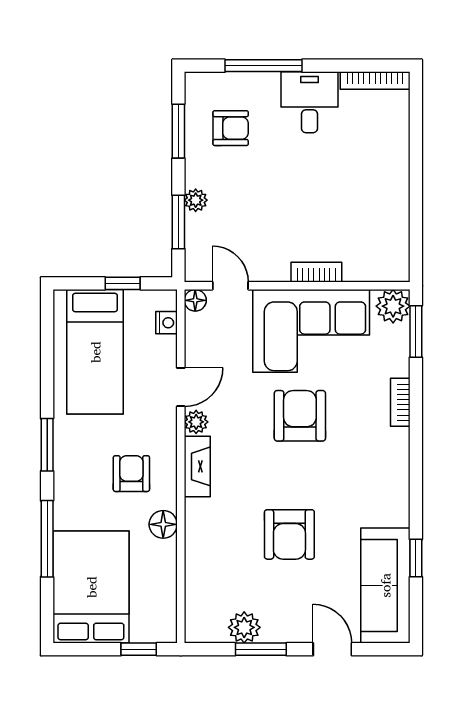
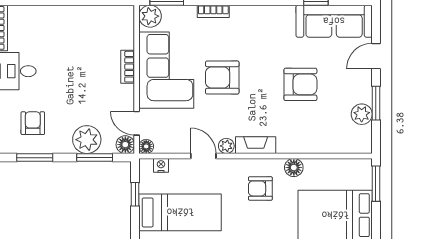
plant: (196, 200) -> (87, 140), width x1.88, depth x1.88
floor lamp: (198, 269) -> (125, 145), added
door: (230, 286) -> (137, 123), hinge flipped
window: (139, 649) -> (376, 184), width x1.50

